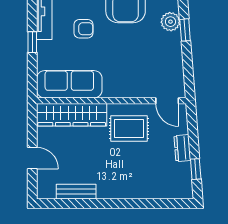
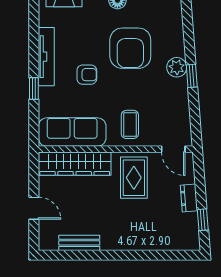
coffee table: (125, 77) -> (130, 124), added
rug: (129, 128) -> (134, 178), turned 90

